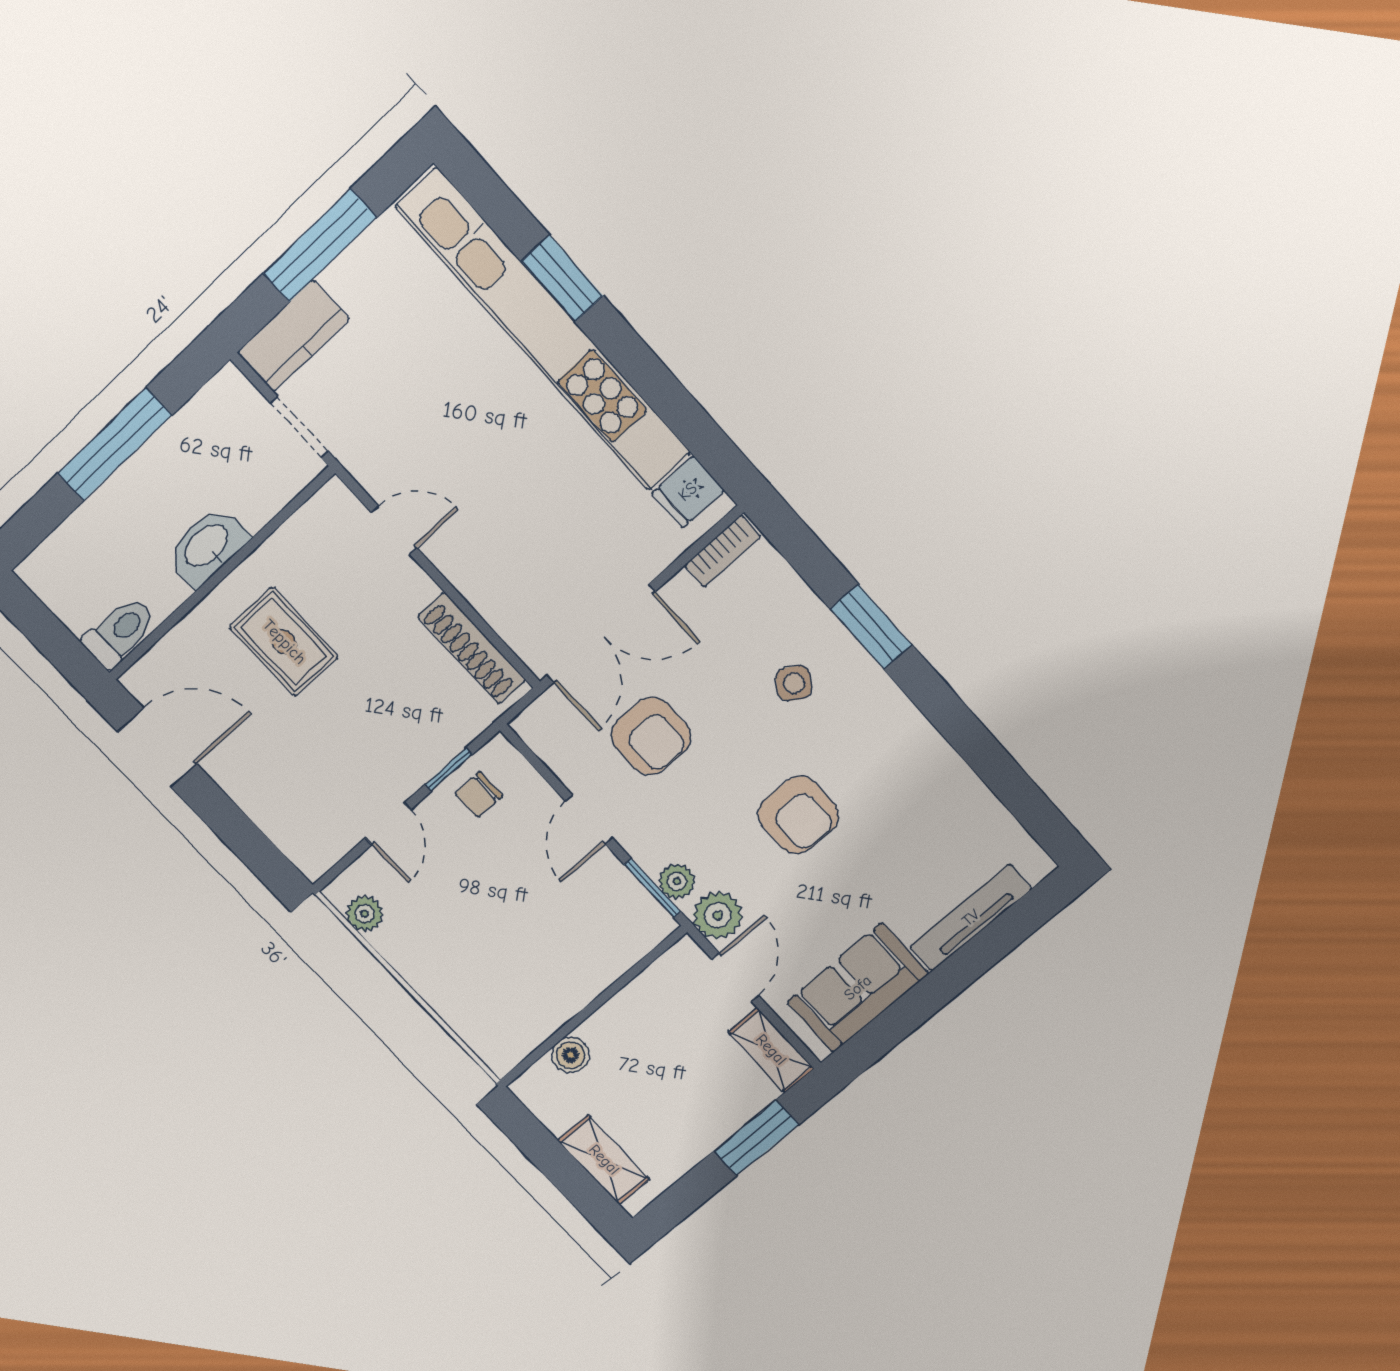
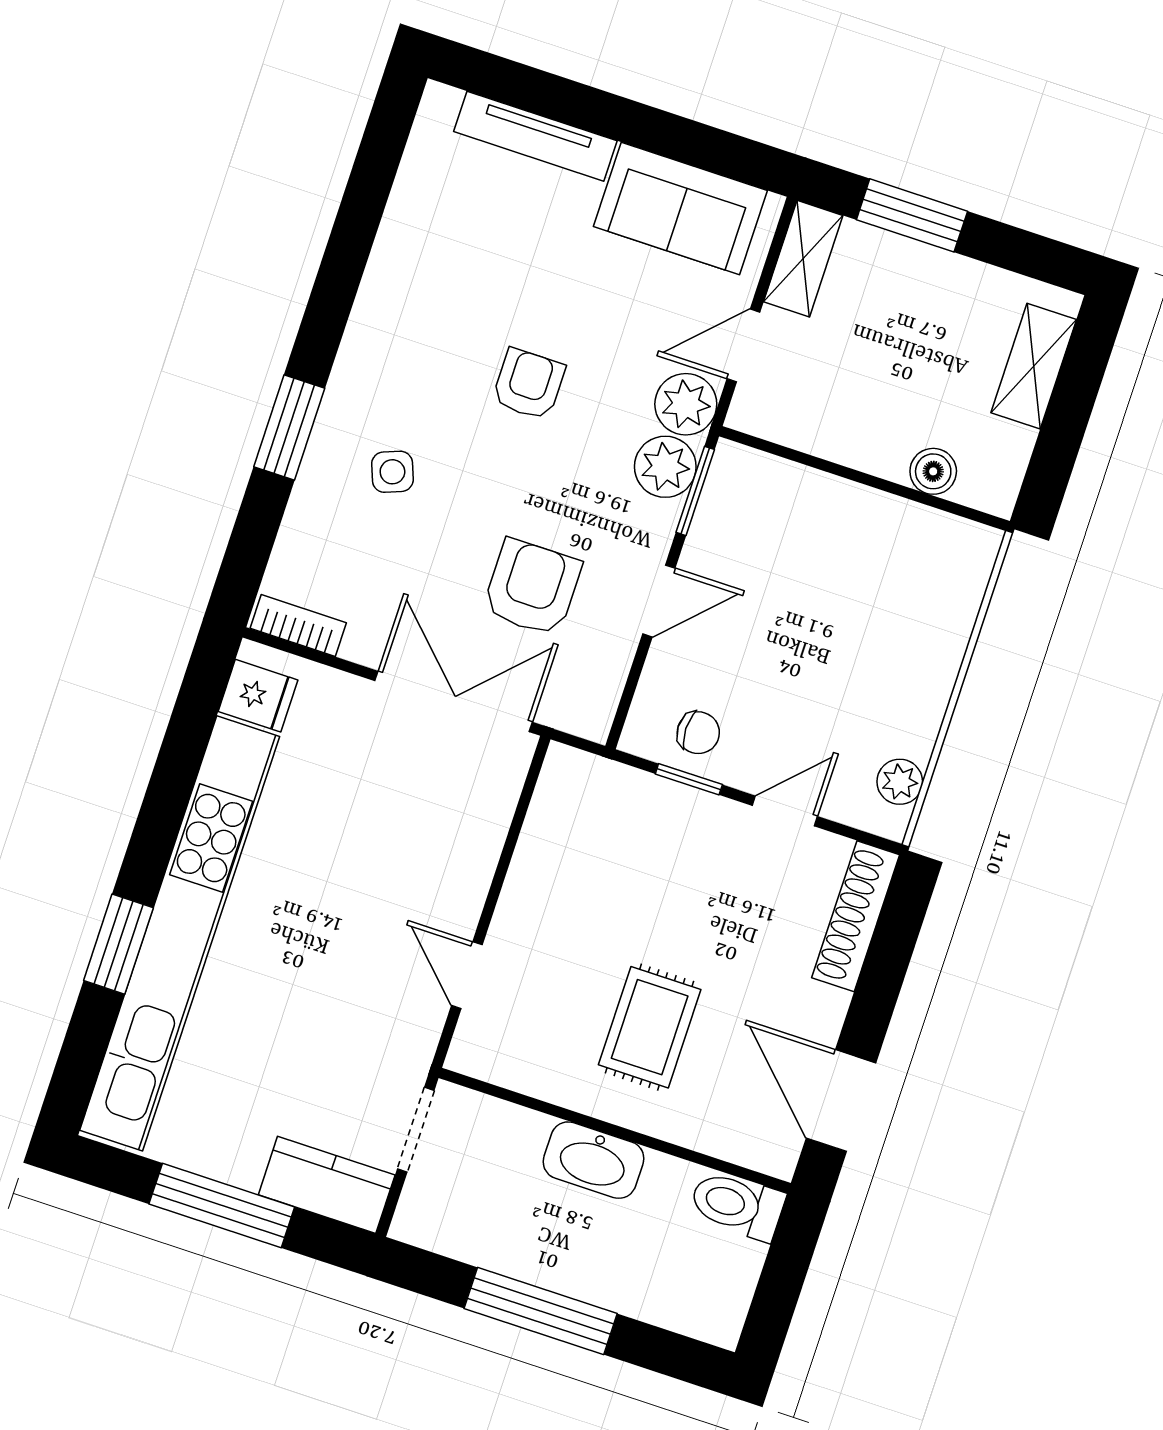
shoe rack: (472, 648) -> (856, 916), moved, turned 180
side table: (794, 683) -> (392, 472), turned 36
armchair: (798, 815) -> (529, 384), width x0.72, depth x0.72
plant: (677, 881) -> (665, 467), width x1.38, depth x1.38

